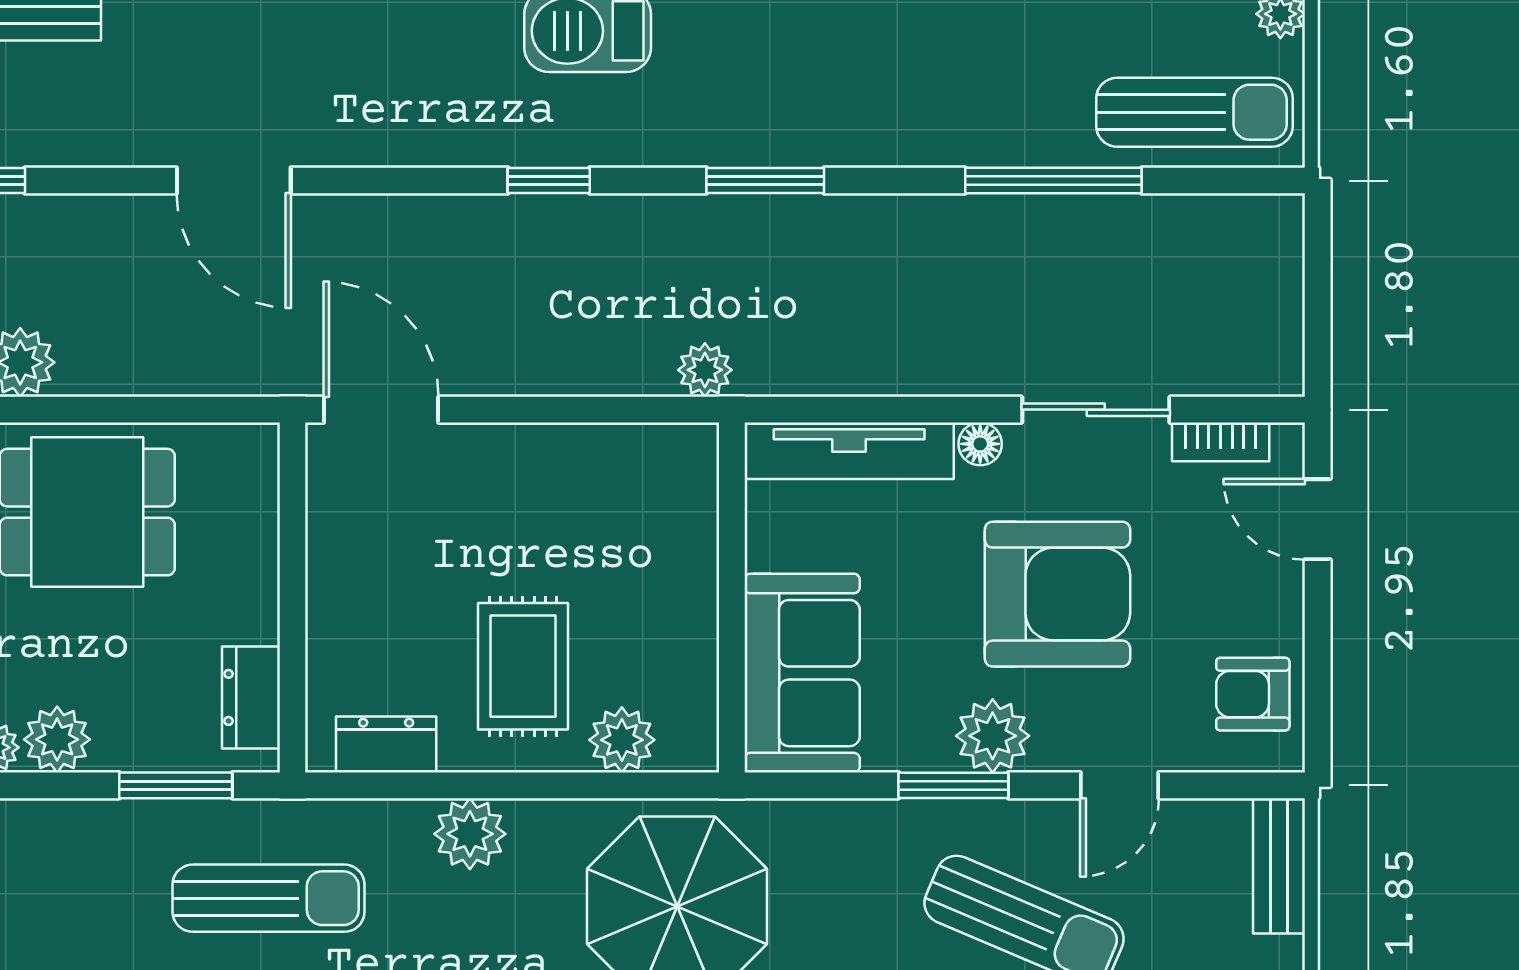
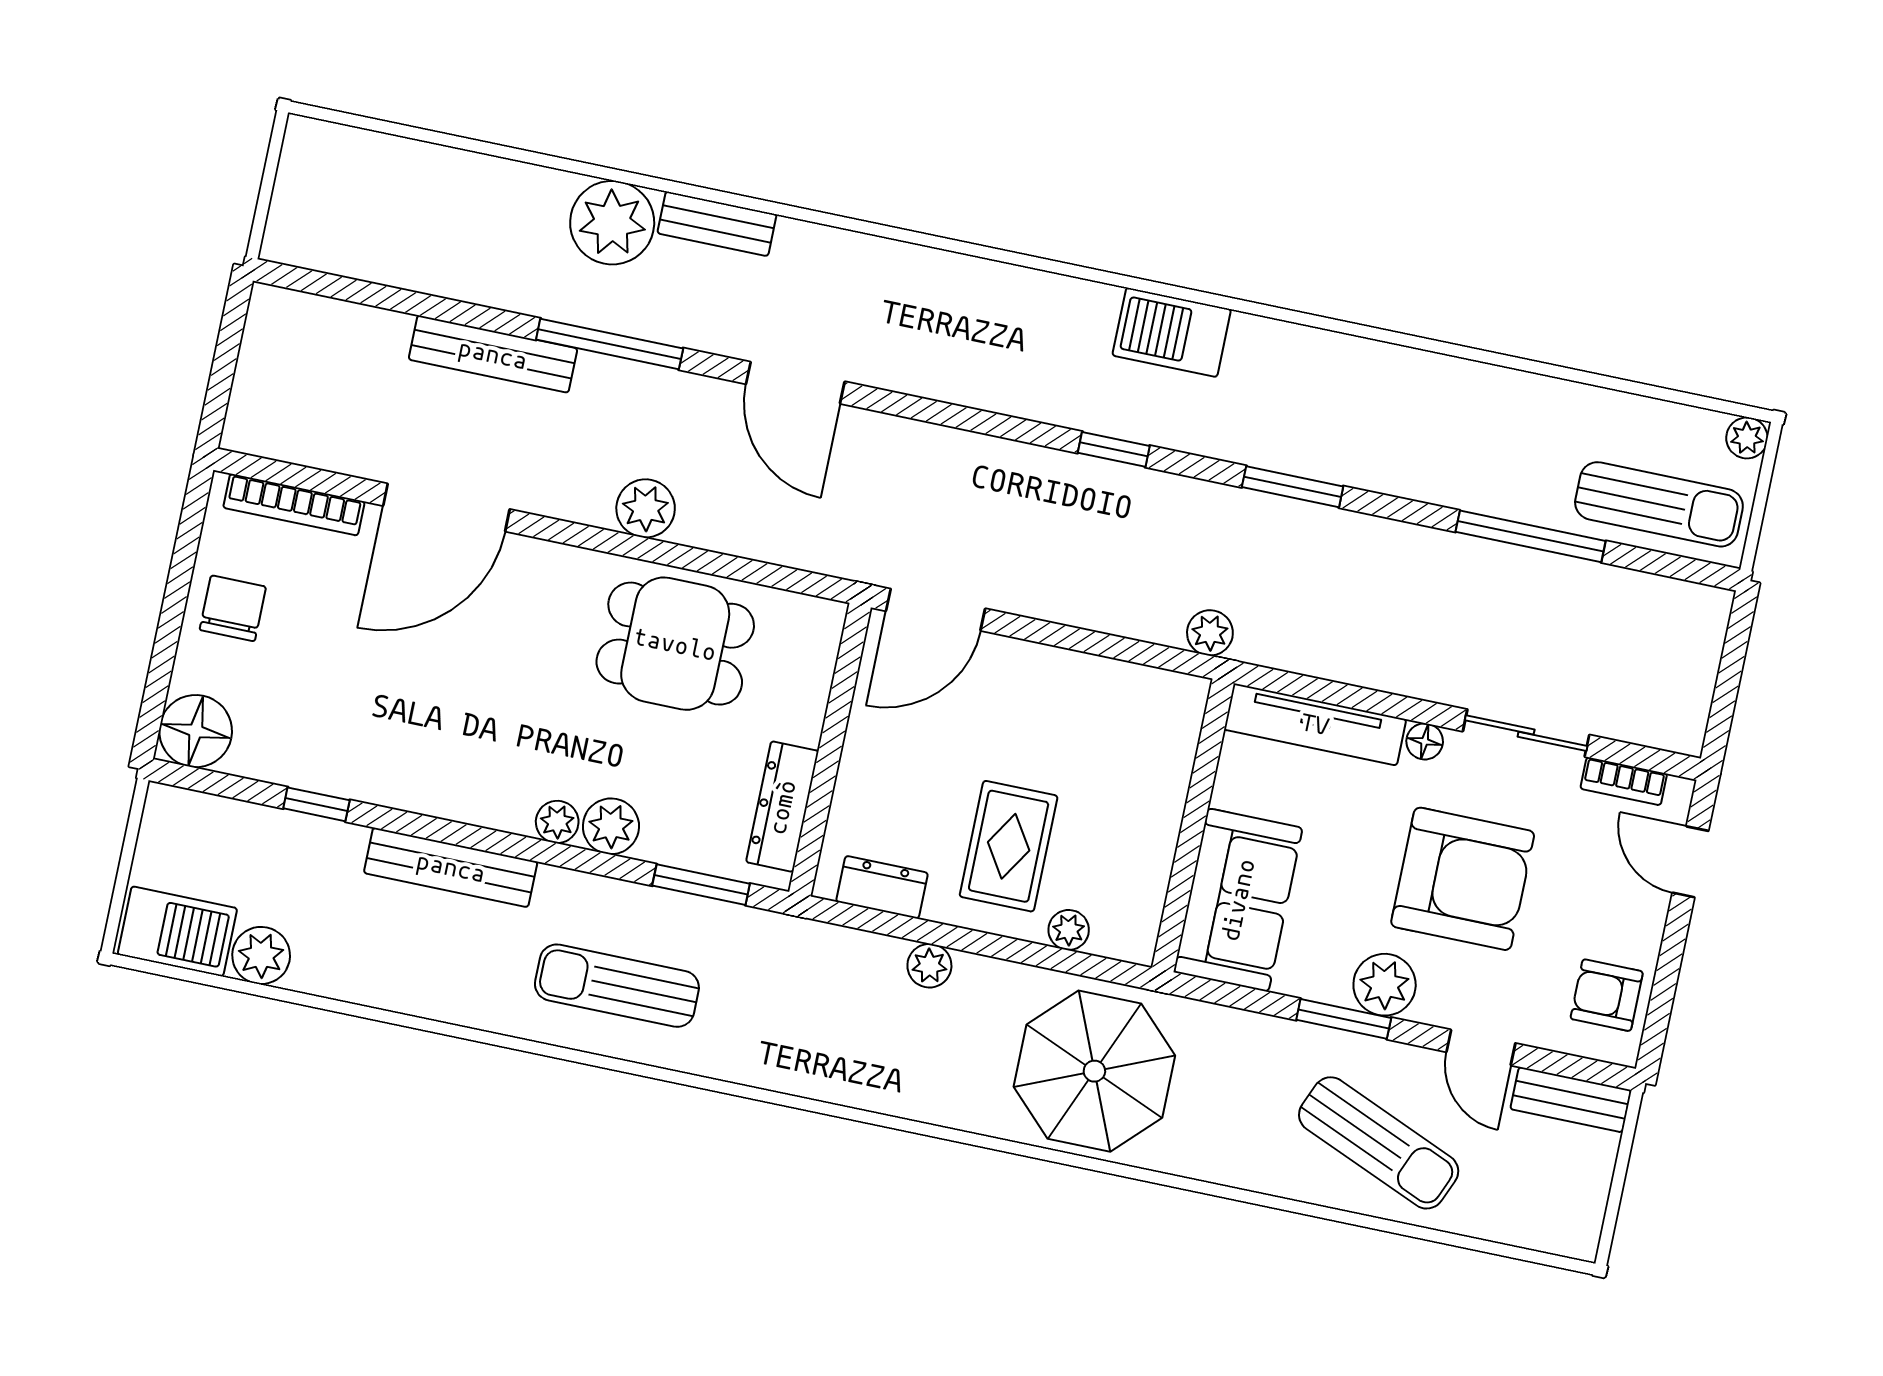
door: (234, 181) -> (795, 383), moved
door: (381, 410) -> (936, 610), swing flipped
dresser: (251, 697) -> (782, 807), width x1.44
plant: (622, 740) -> (1069, 930), width x0.73, depth x0.73
door: (1120, 785) -> (1481, 1048), hinge flipped
plant: (470, 834) -> (929, 966), width x0.73, depth x0.73
bench: (1279, 866) -> (1571, 1100), moved, turned 90
sun lounger: (269, 898) -> (617, 986), moved, turned 180

